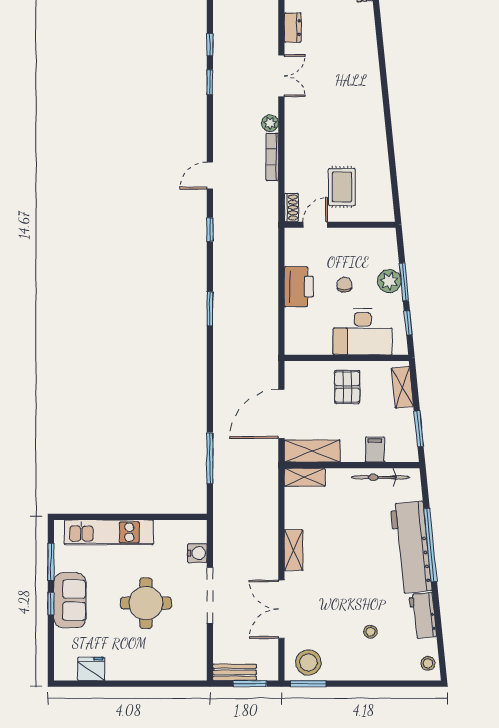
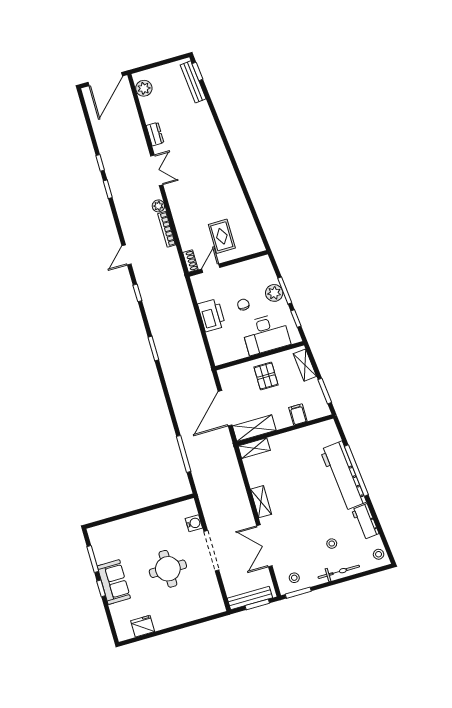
bicycle: (380, 477) -> (339, 572), moved, turned 180
kitchen unit: (109, 532) -> (127, 526), removed
stool: (308, 663) -> (294, 578), width x0.53, depth x0.53
bench: (235, 672) -> (250, 598), width x1.36

